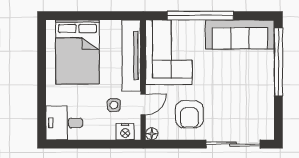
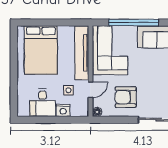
armchair: (189, 114) -> (126, 97), turned 90
desk: (64, 123) -> (42, 103), moved, turned -90
nightstand: (125, 132) -> (63, 110), moved

